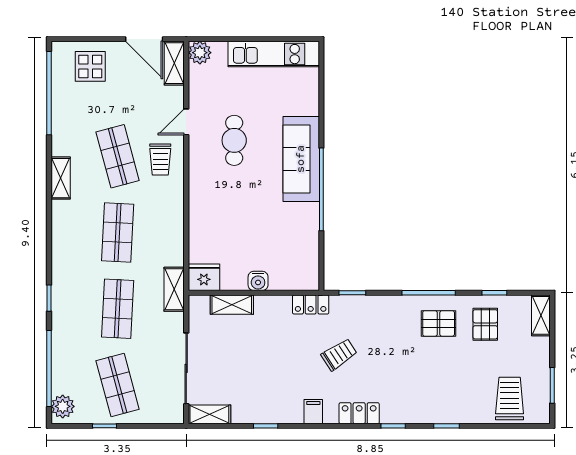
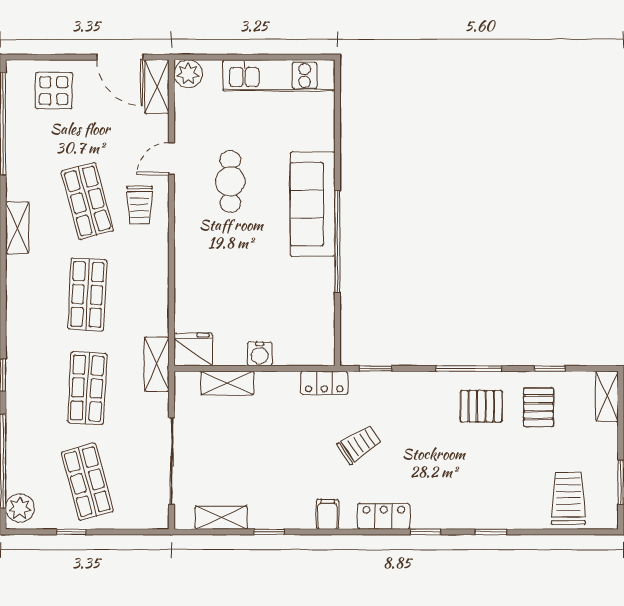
shelving: (209, 414) -> (221, 518), moved

